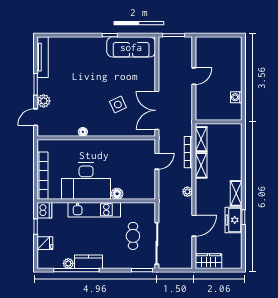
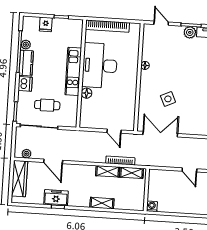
washing machine: (236, 97) -> (152, 206), moved
plant: (44, 101) -> (190, 32), moved
plant: (187, 192) -> (26, 154), moved
shelving: (236, 193) -> (102, 203), moved
dishwasher: (44, 210) -> (25, 84), moved, turned -90
wardrobe: (209, 261) -> (19, 179), width x1.50

